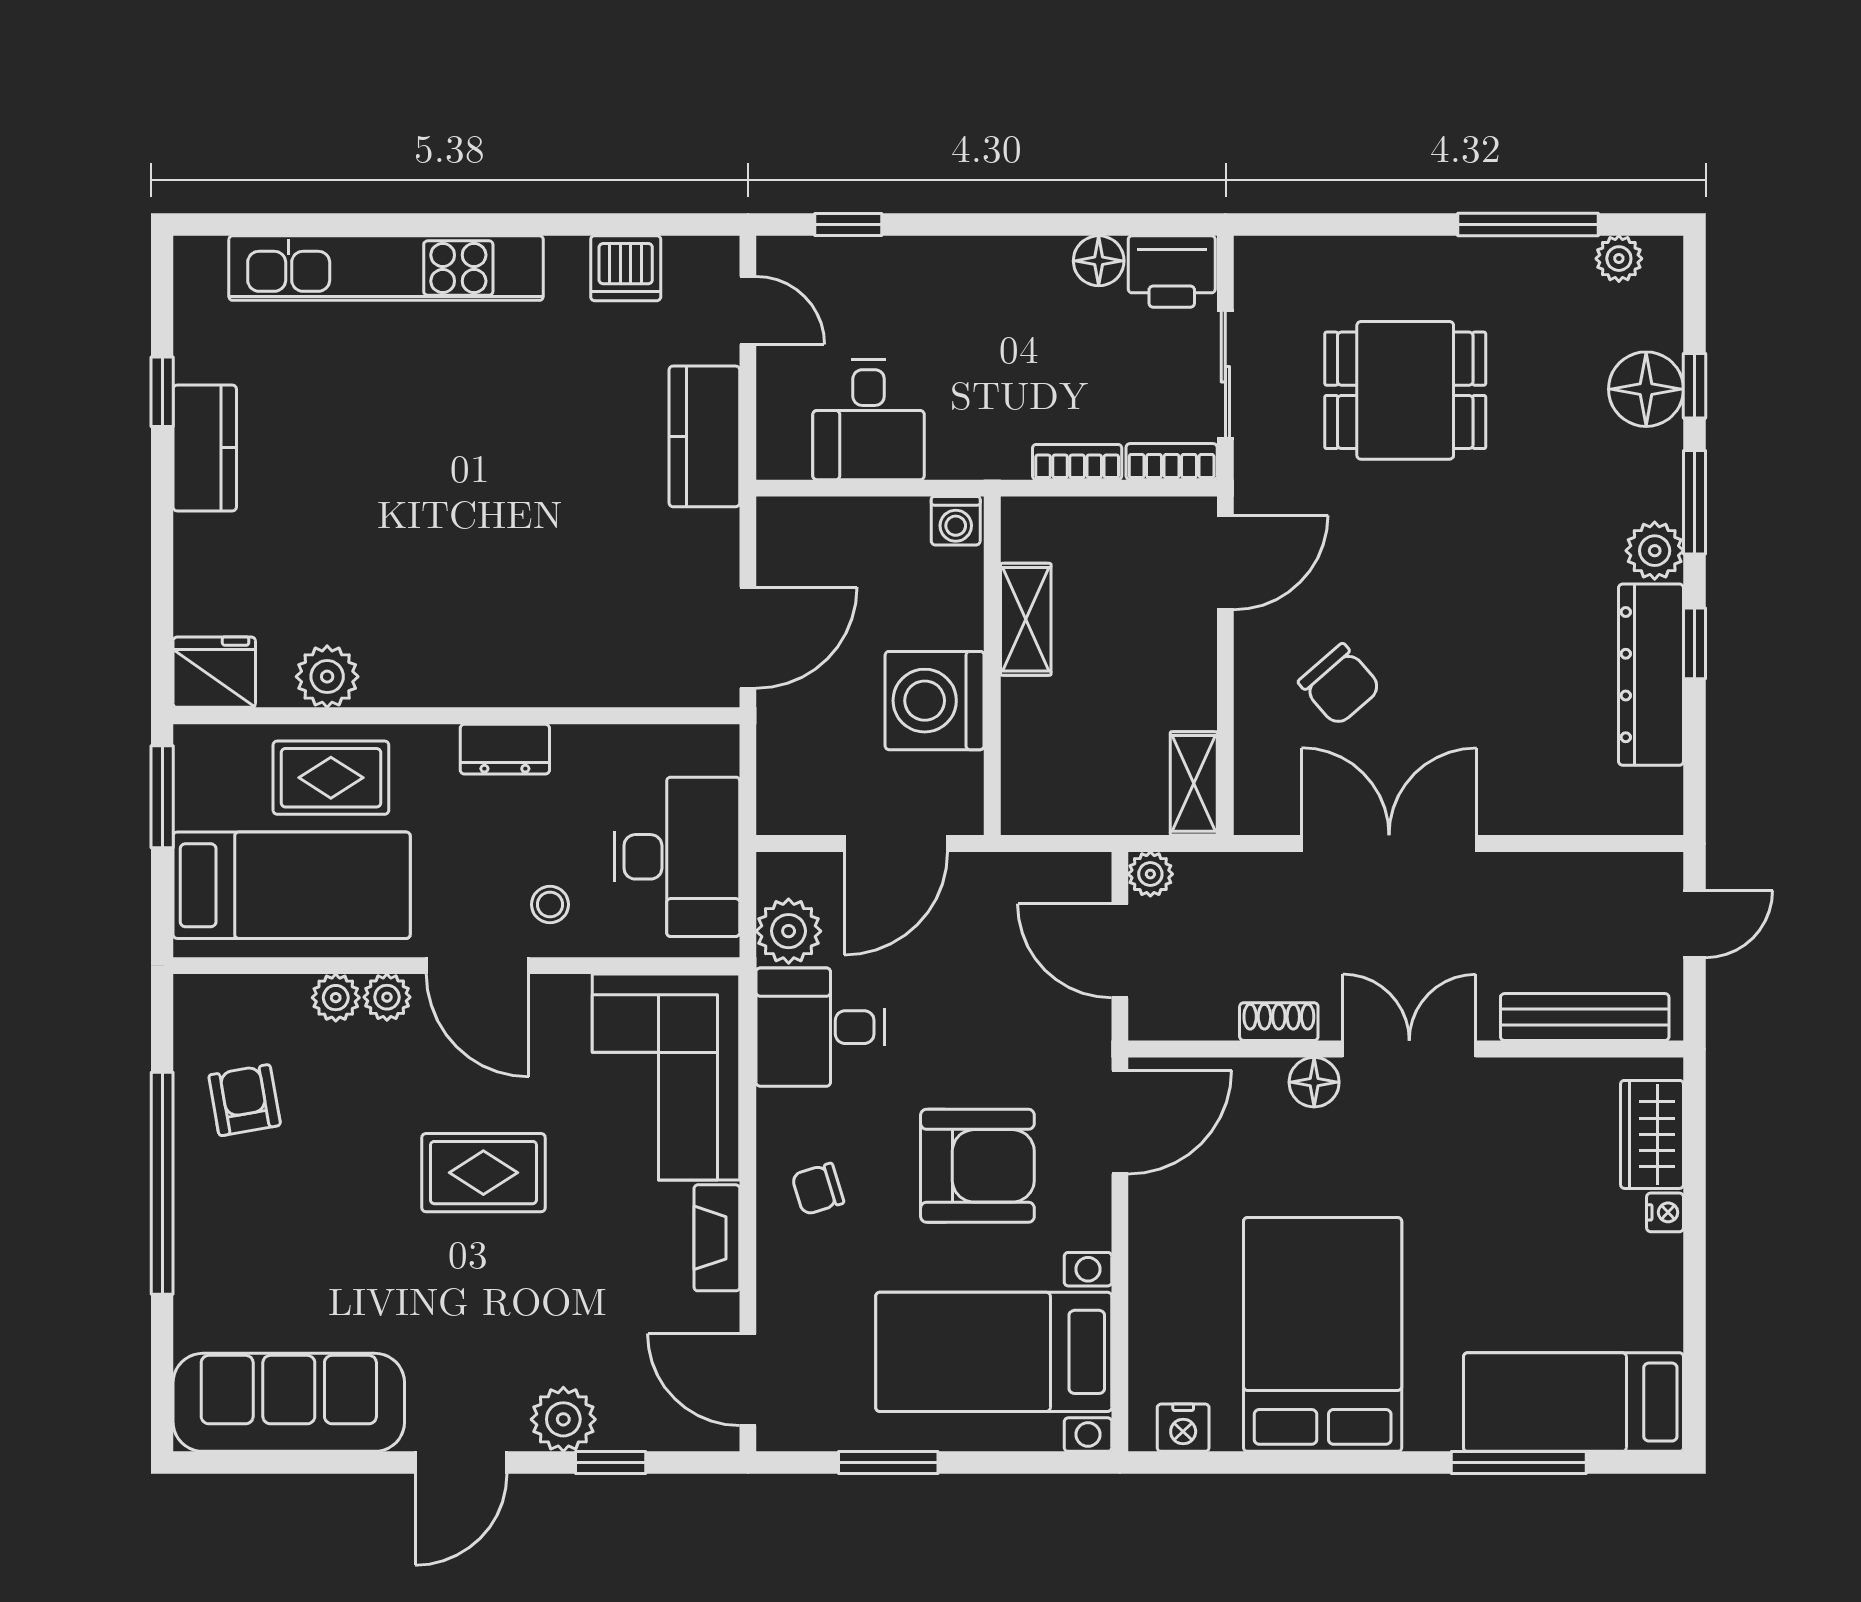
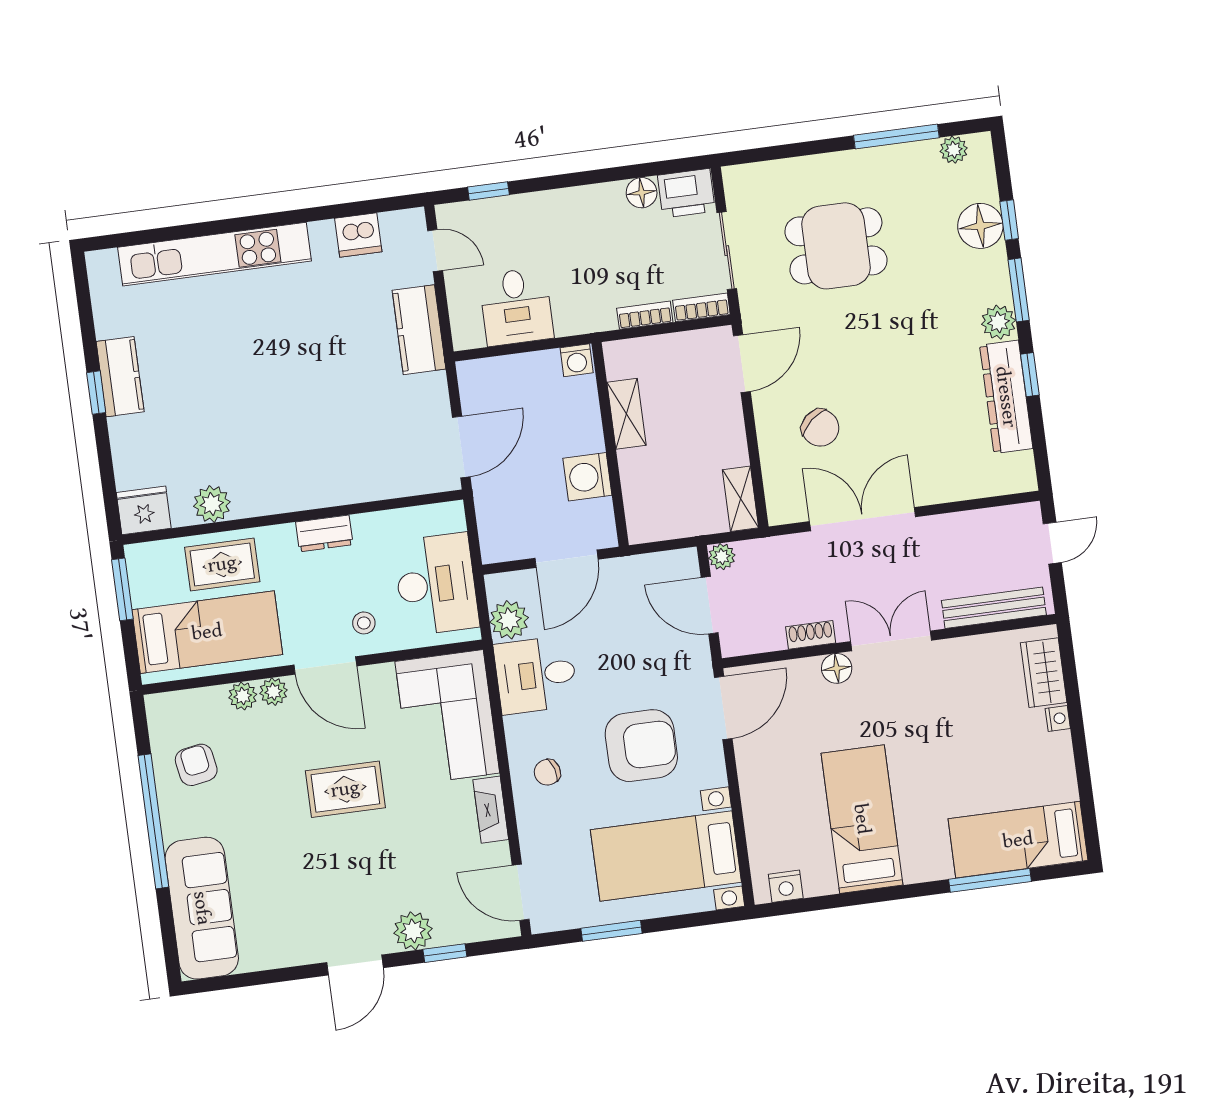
window: (162, 392) -> (96, 393), moved
washing machine: (935, 701) -> (587, 477), width x0.73, depth x0.73
bed: (1323, 1334) -> (862, 819), width x0.67
sofa: (289, 1402) -> (202, 908), moved, turned 90

